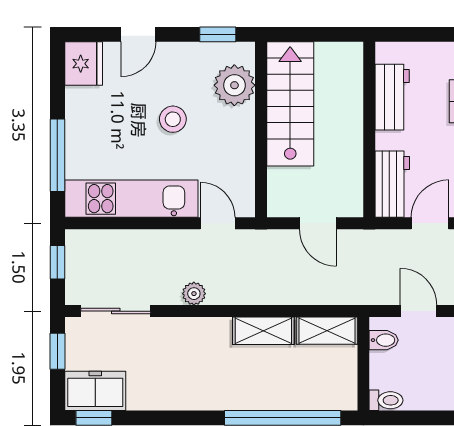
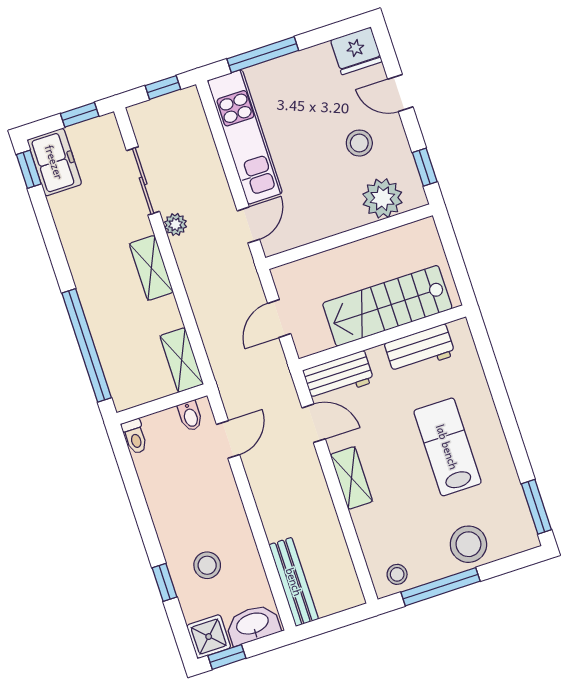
stairs: (290, 104) -> (387, 306), moved, turned 180
stool: (173, 119) -> (359, 143), moved
sliding door: (116, 311) -> (143, 181), moved
shelving: (263, 331) -> (151, 268), moved

